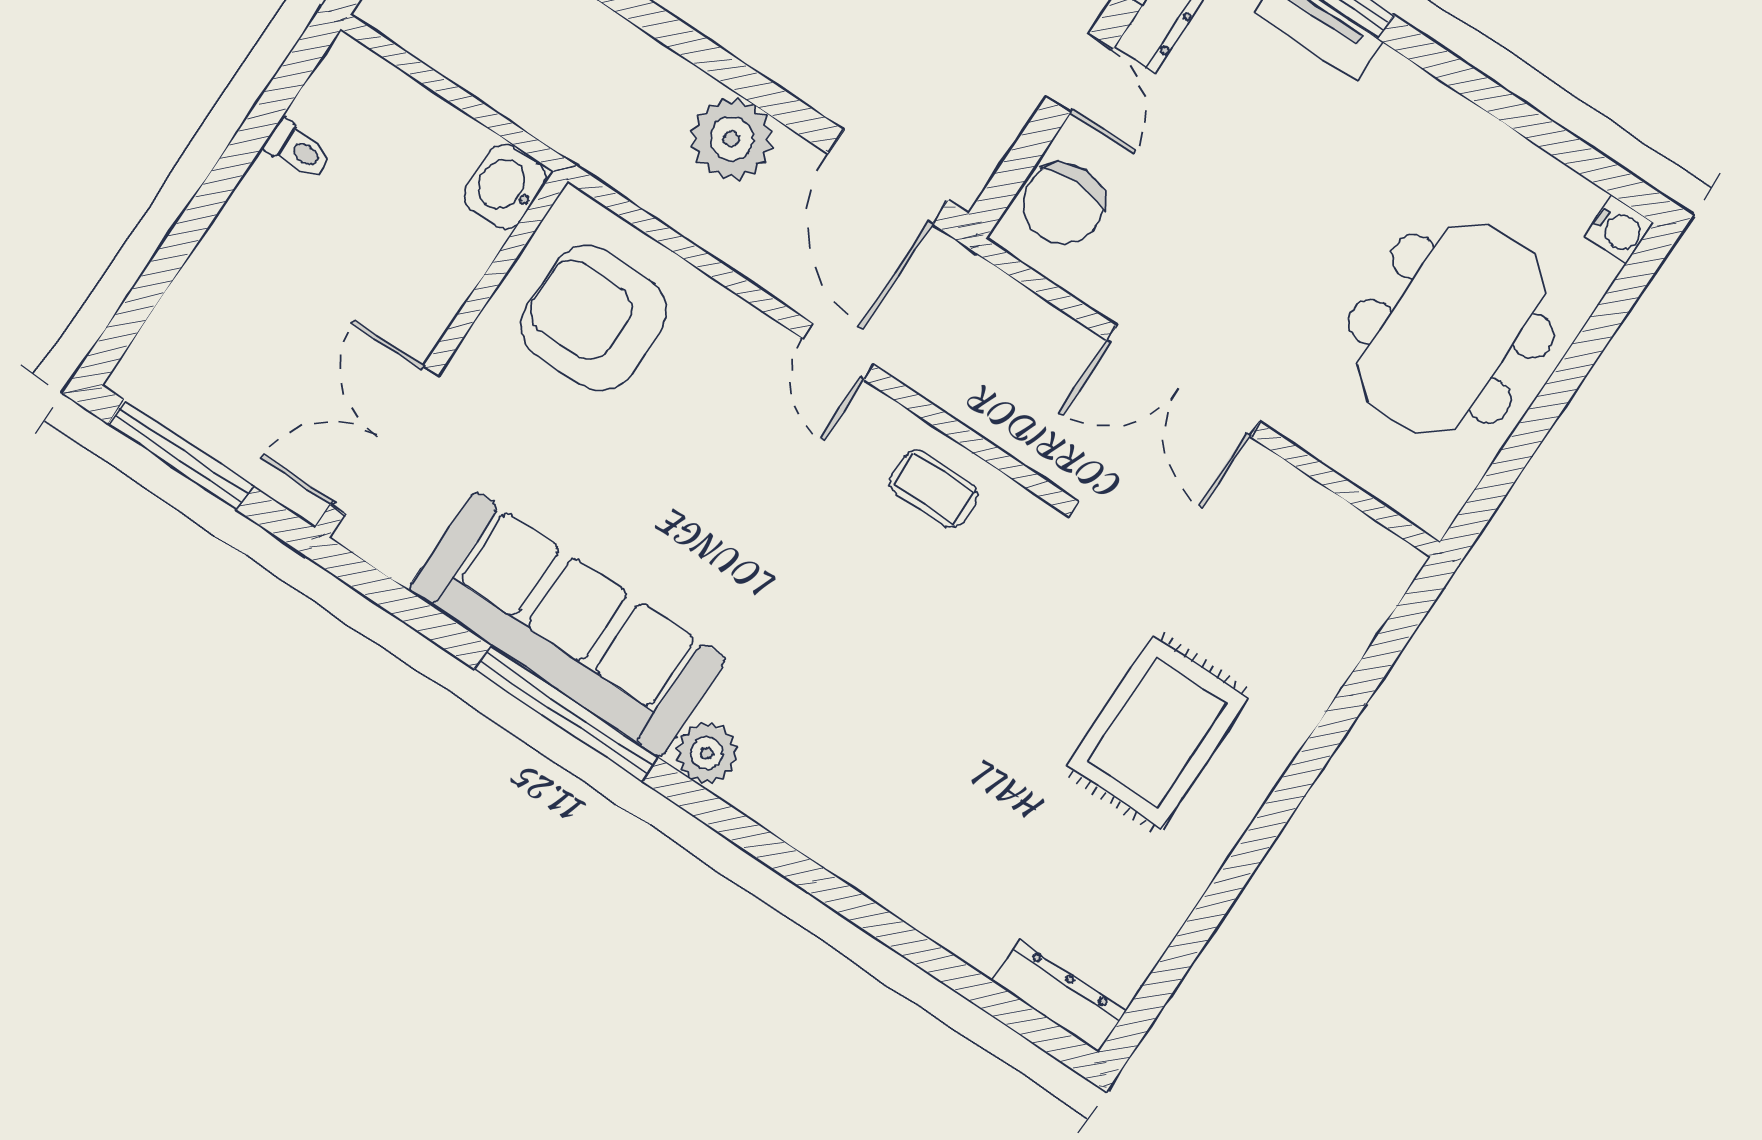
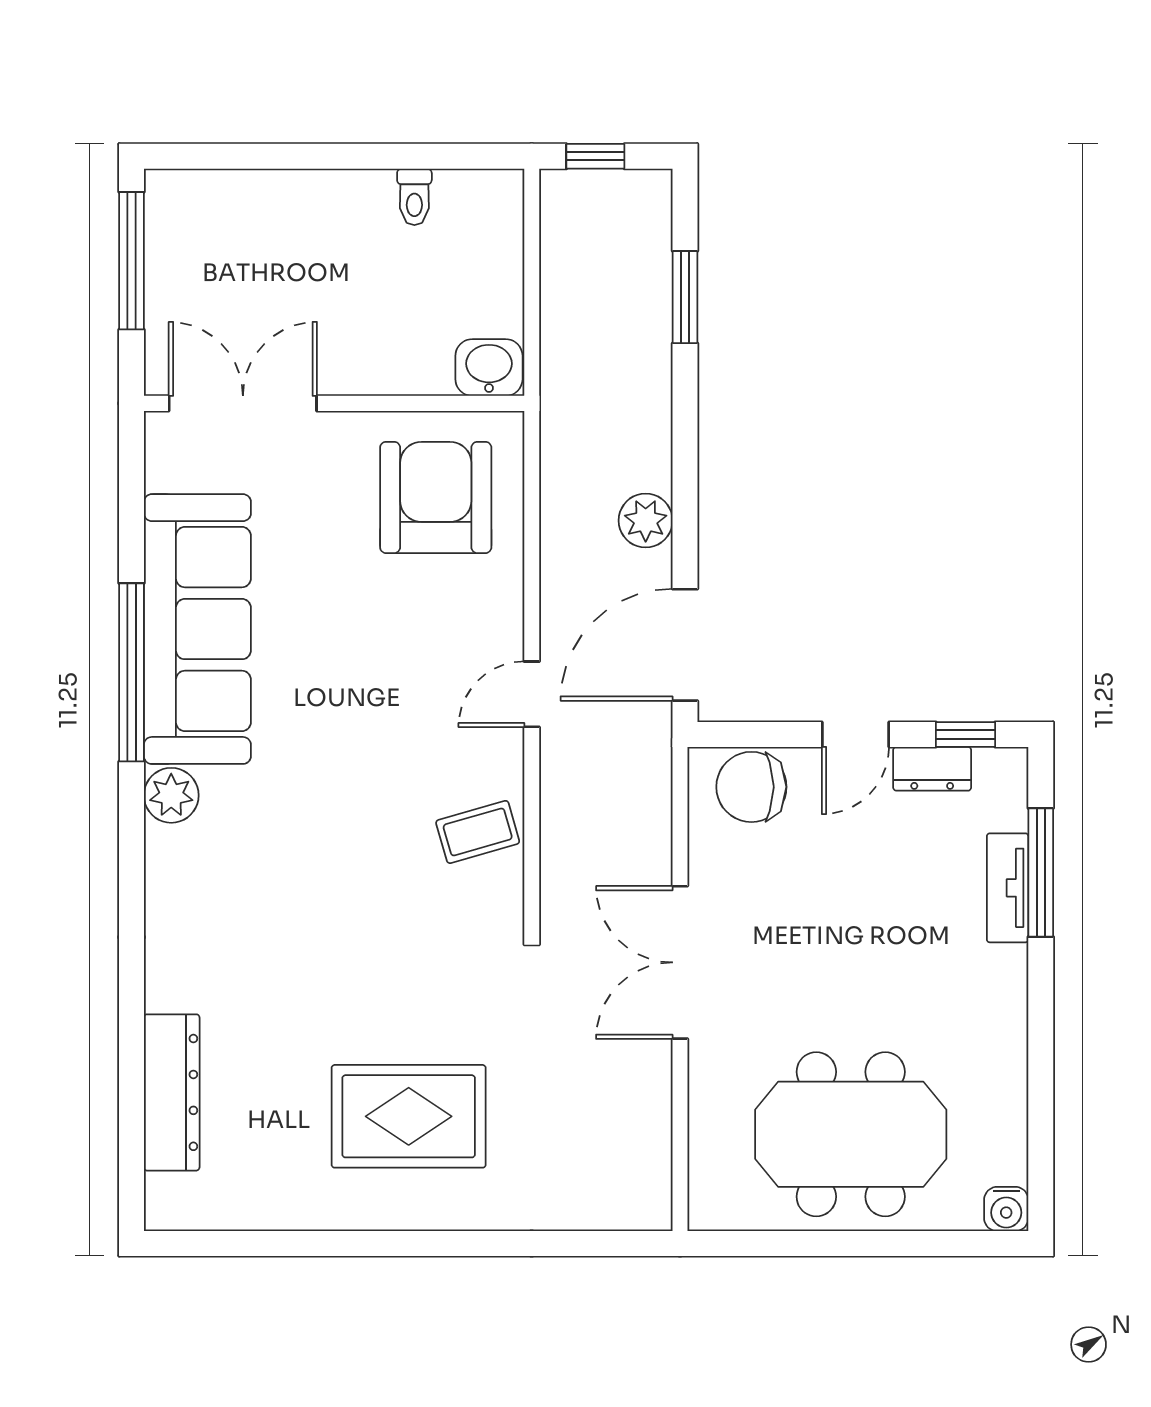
plant: (732, 139) -> (646, 521), width x0.73, depth x0.73
coffee table: (934, 489) -> (478, 832), turned 74
dresser: (1059, 996) -> (172, 1092), moved, width x1.37, depth x1.24

